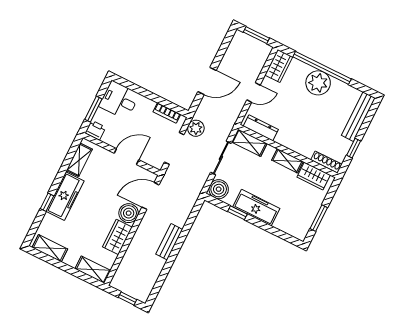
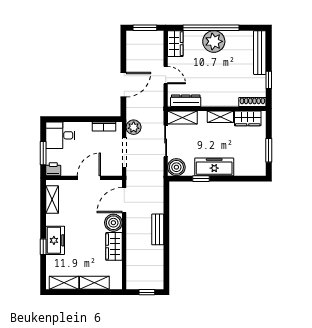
door: (254, 92) -> (166, 75), hinge flipped
freezer: (65, 196) -> (55, 240), width x0.71
shelving: (93, 270) -> (94, 283), moved

